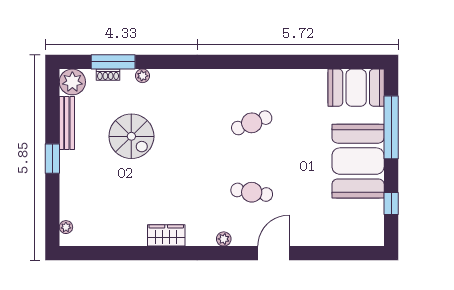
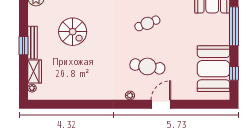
bench: (67, 123) -> (33, 43), moved
booth: (358, 161) -> (213, 69), moved
cafe table: (252, 192) -> (147, 66), width x1.37, depth x1.35
wardrobe: (166, 235) -> (35, 72), moved, turned 90

